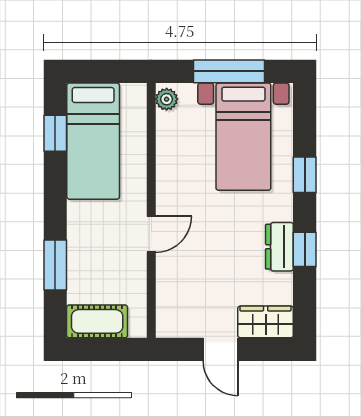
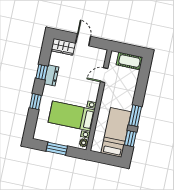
window: (229, 71) -> (57, 149), width x0.69
bed with nightstands: (243, 137) -> (72, 116), moved, turned -90
door: (151, 234) -> (104, 75), moved
window: (55, 265) -> (135, 116), moved

